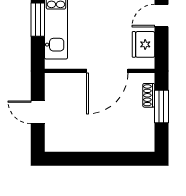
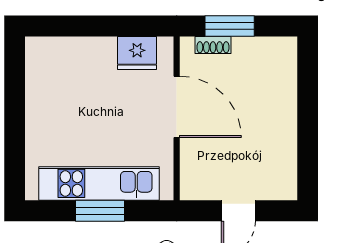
door: (161, 16) -> (94, 26), removed

